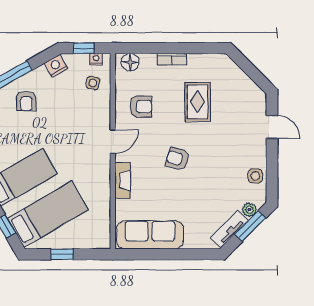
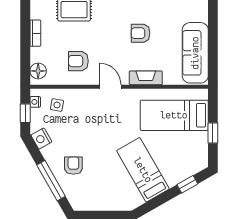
armchair: (26, 101) -> (73, 166), turned -90
armchair: (141, 107) -> (78, 61), turned -90
armchair: (177, 159) -> (141, 33), moved, turned 73
bed: (48, 214) -> (174, 115), moved, turned -60

